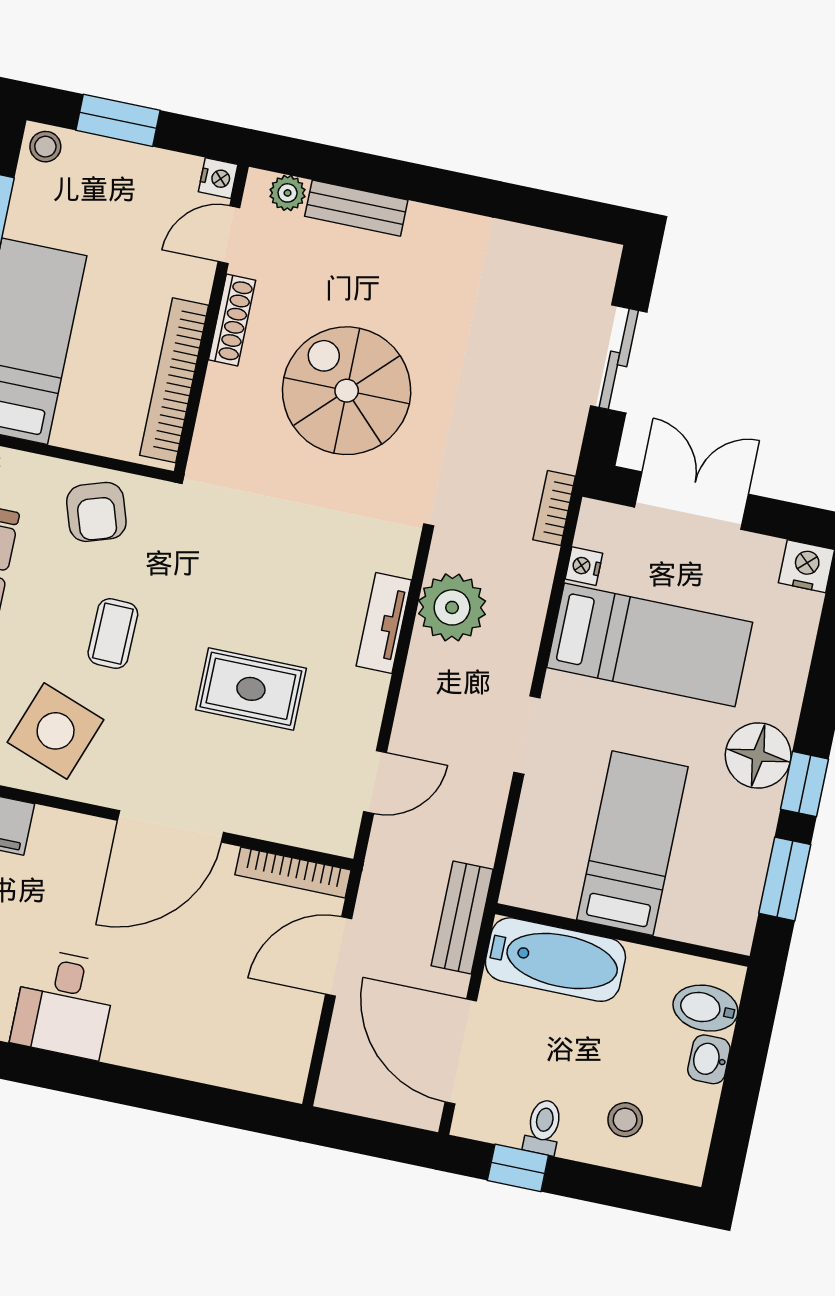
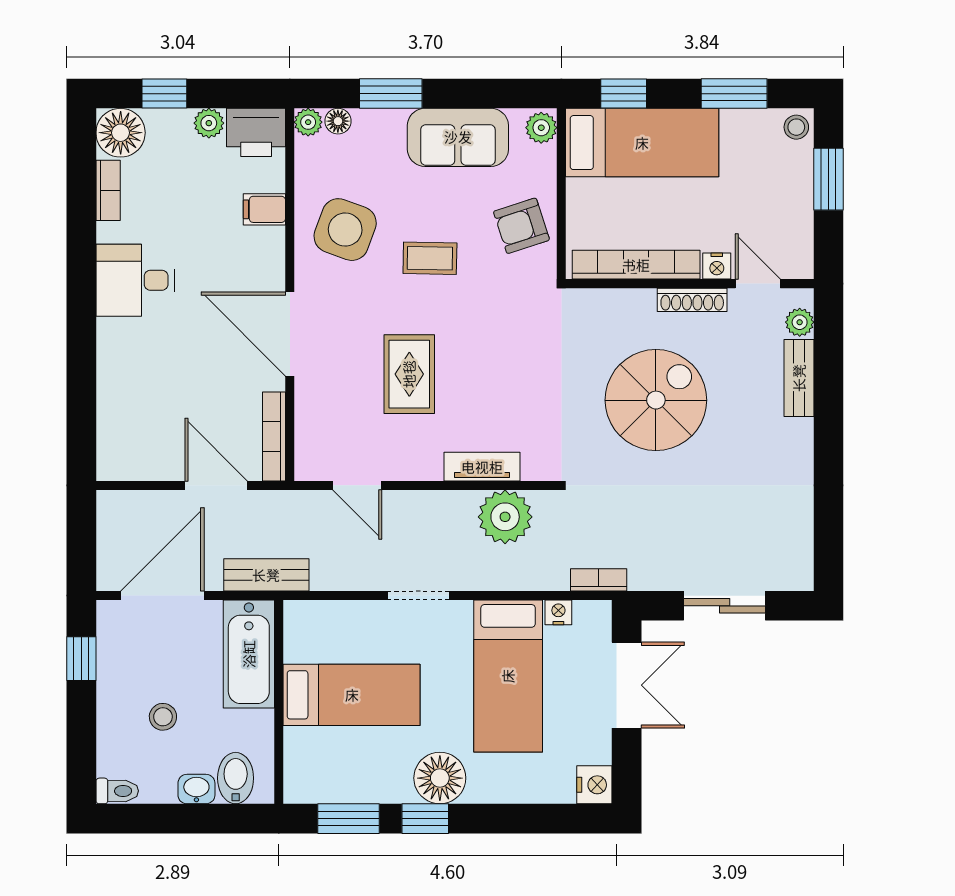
nightstand: (218, 178) -> (717, 266), moved
stool: (625, 1120) -> (163, 717), moved
toilet: (543, 1127) -> (117, 791), moved

